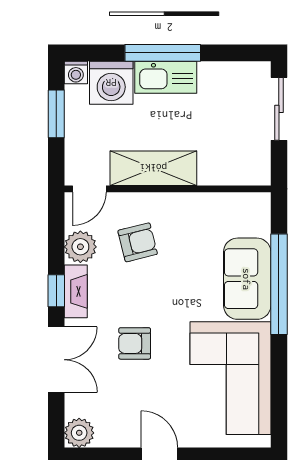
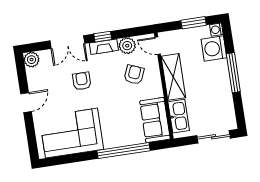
kitchen sink: (166, 77) -> (179, 116), moved, turned 180
armchair: (138, 242) -> (134, 75), turned -143
sofa: (247, 279) -> (155, 120), moved, turned -90

